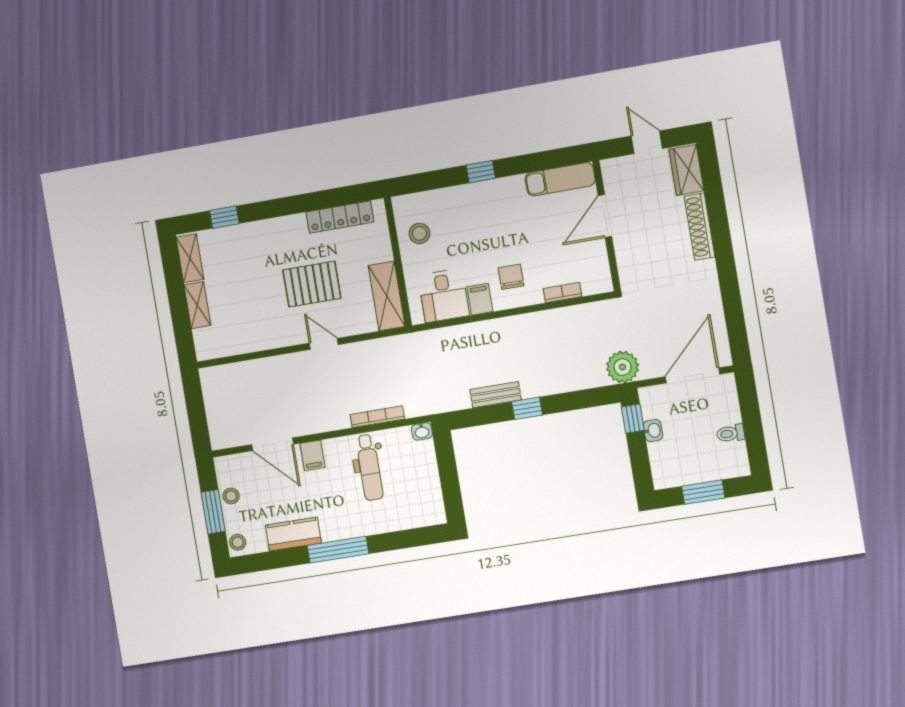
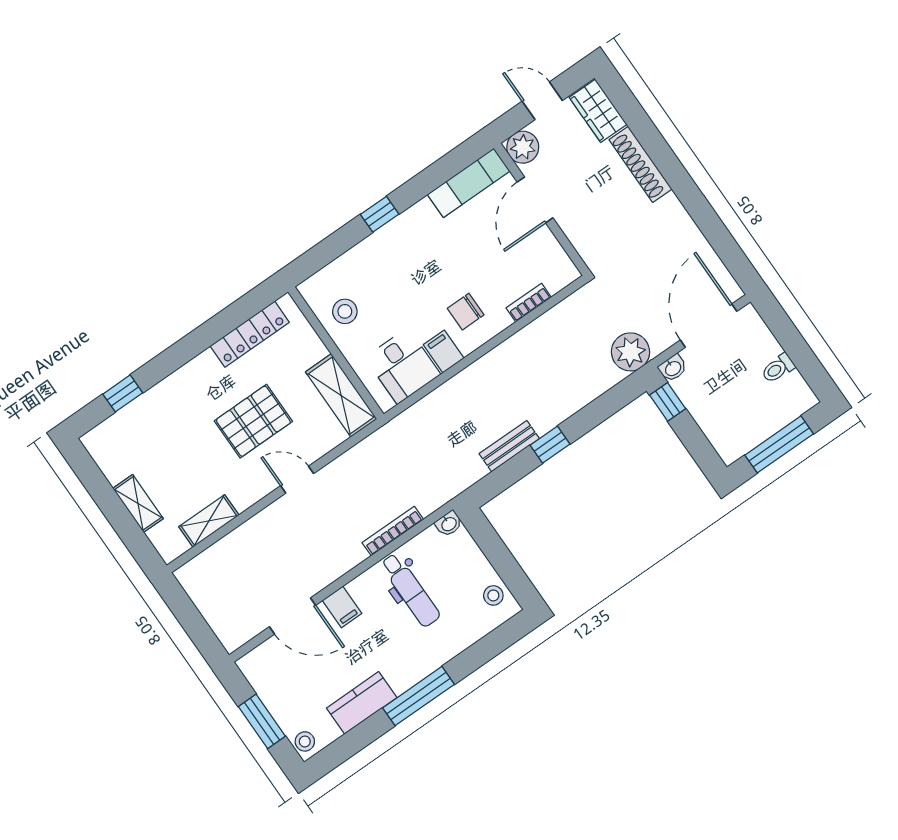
plant: (615, 171) -> (523, 147), added
shelving: (190, 258) -> (209, 521), moved, turned 90
chair: (511, 277) -> (466, 312), turned -90
washbasin: (653, 430) -> (673, 368), moved, turned 90
window: (703, 492) -> (779, 444), width x1.44
stool: (231, 496) -> (493, 595), moved

